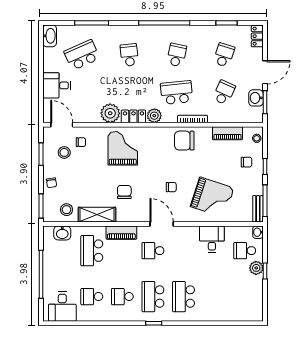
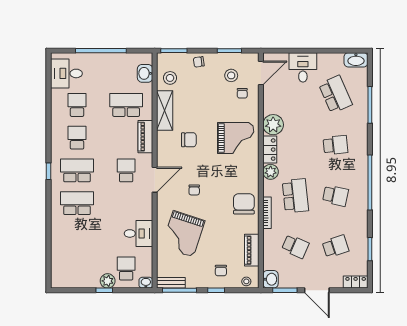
school desk: (224, 55) -> (335, 246), turned -36
washbasin: (256, 98) -> (270, 279), moved, turned 90

